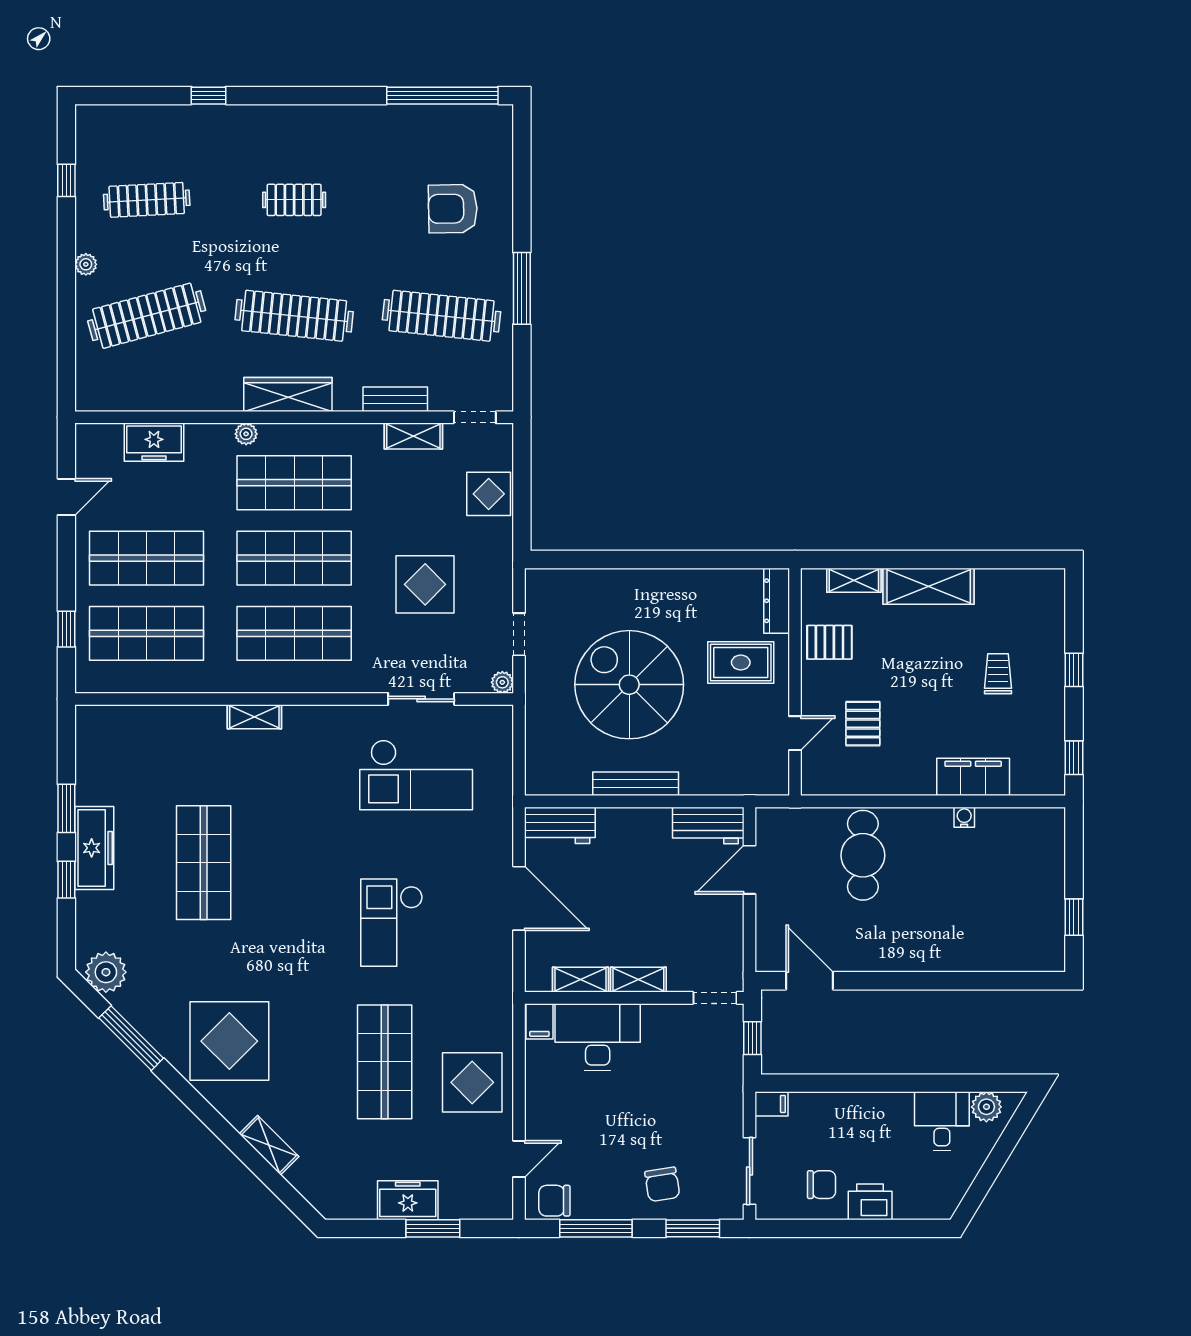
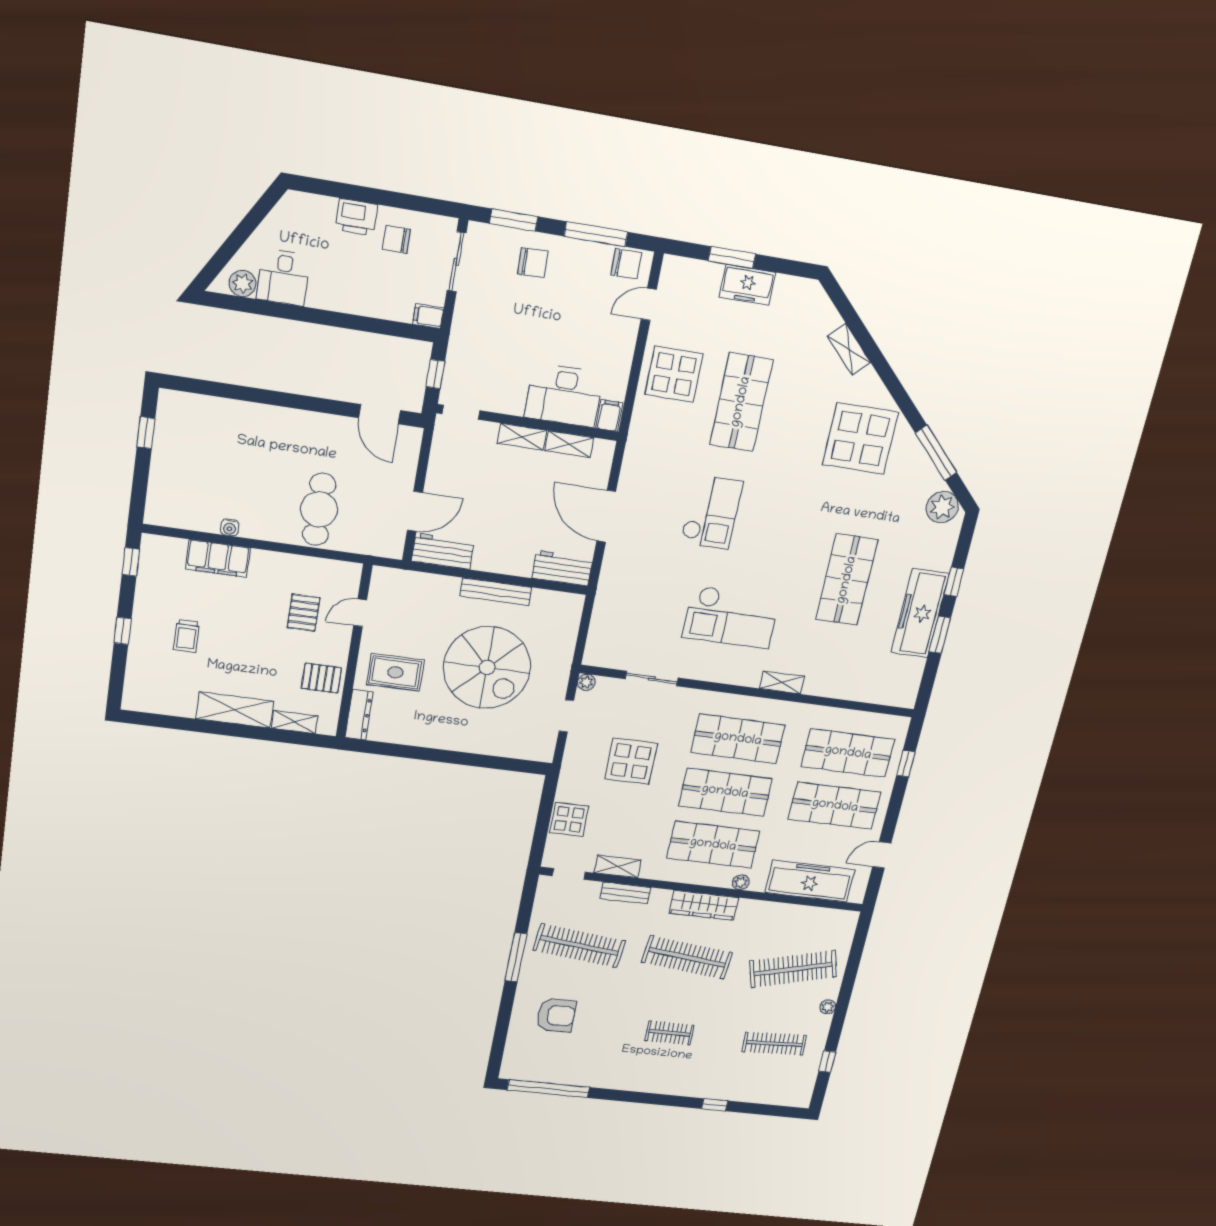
freezer: (154, 442) -> (810, 881), width x1.91, depth x1.26
checkout: (416, 775) -> (731, 617), moved, turned 180
freezer: (94, 848) -> (920, 613), width x1.36, depth x1.26
chair: (662, 1184) -> (533, 263), turned 97

